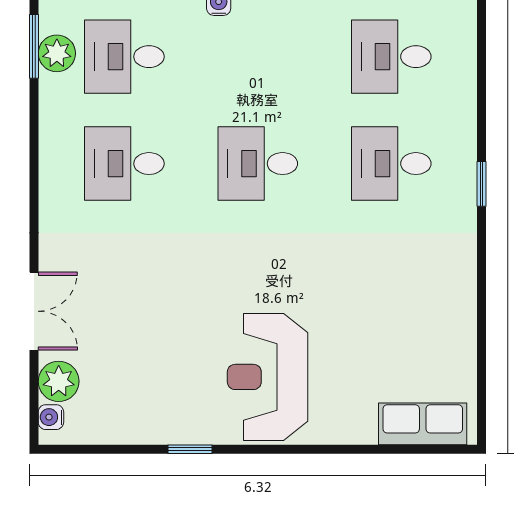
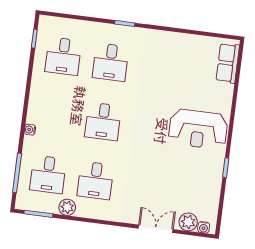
plant: (57, 53) -> (67, 207), moved

